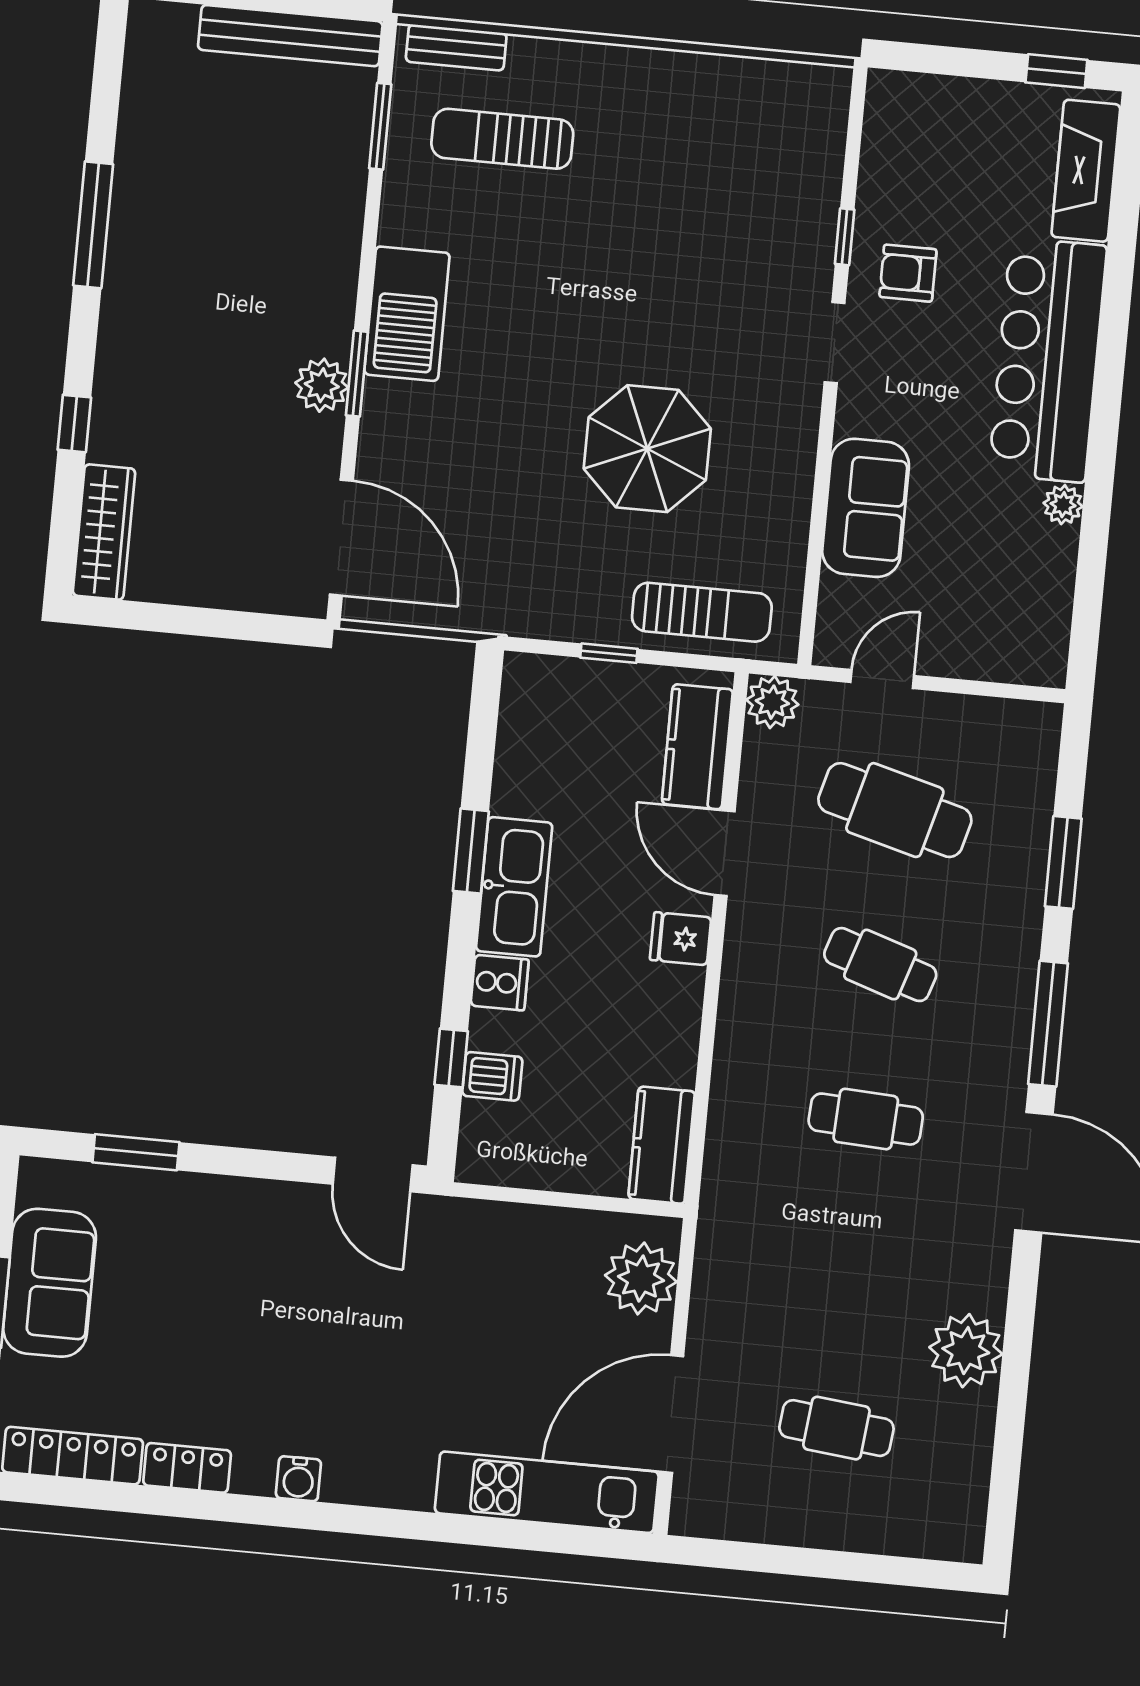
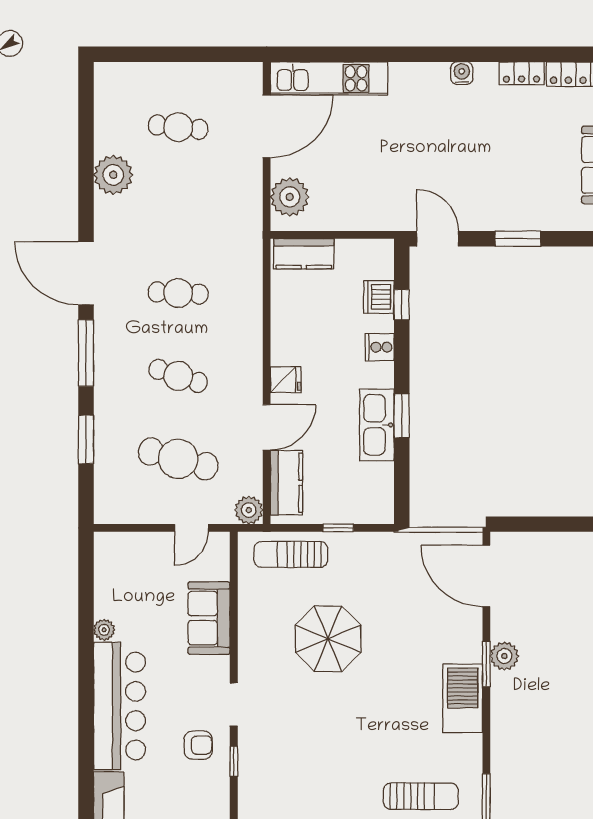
door: (725, 853) -> (267, 427), hinge flipped
kitchen sink: (514, 887) -> (377, 425), moved
dishwasher: (492, 1076) -> (379, 297), width x1.38
kitchen counter: (662, 1145) -> (304, 254), moved, turned 90
window: (136, 1152) -> (518, 239), moved

